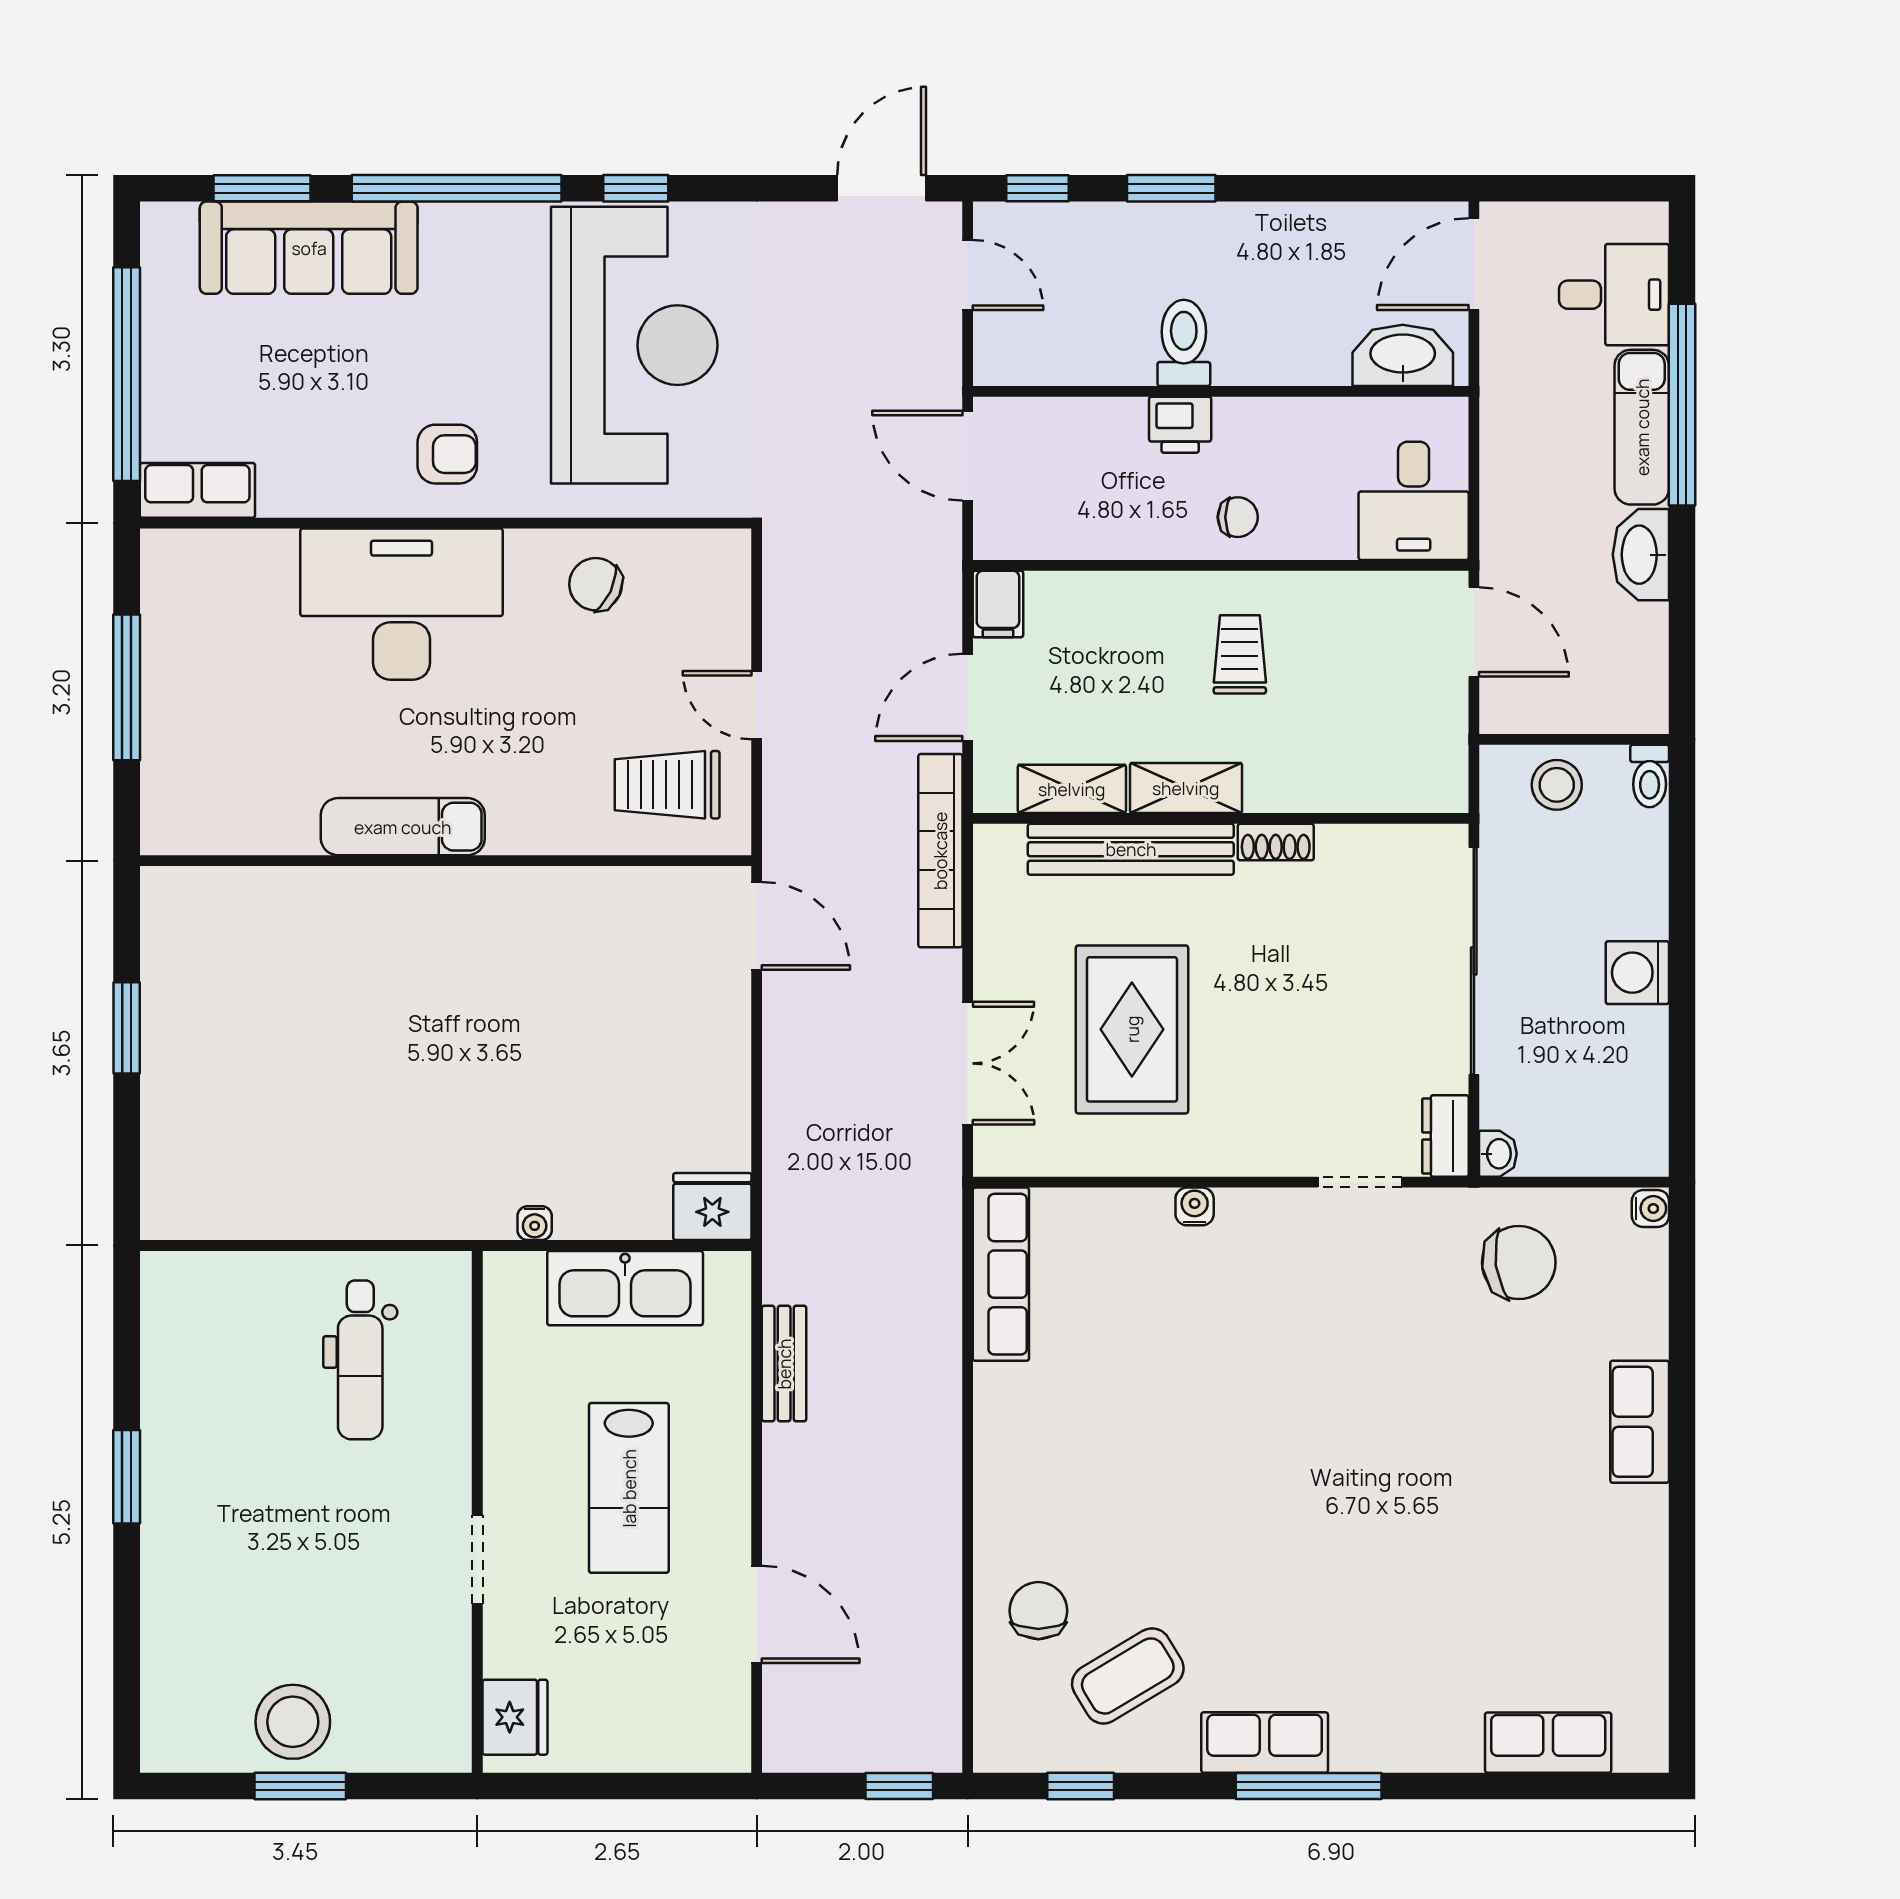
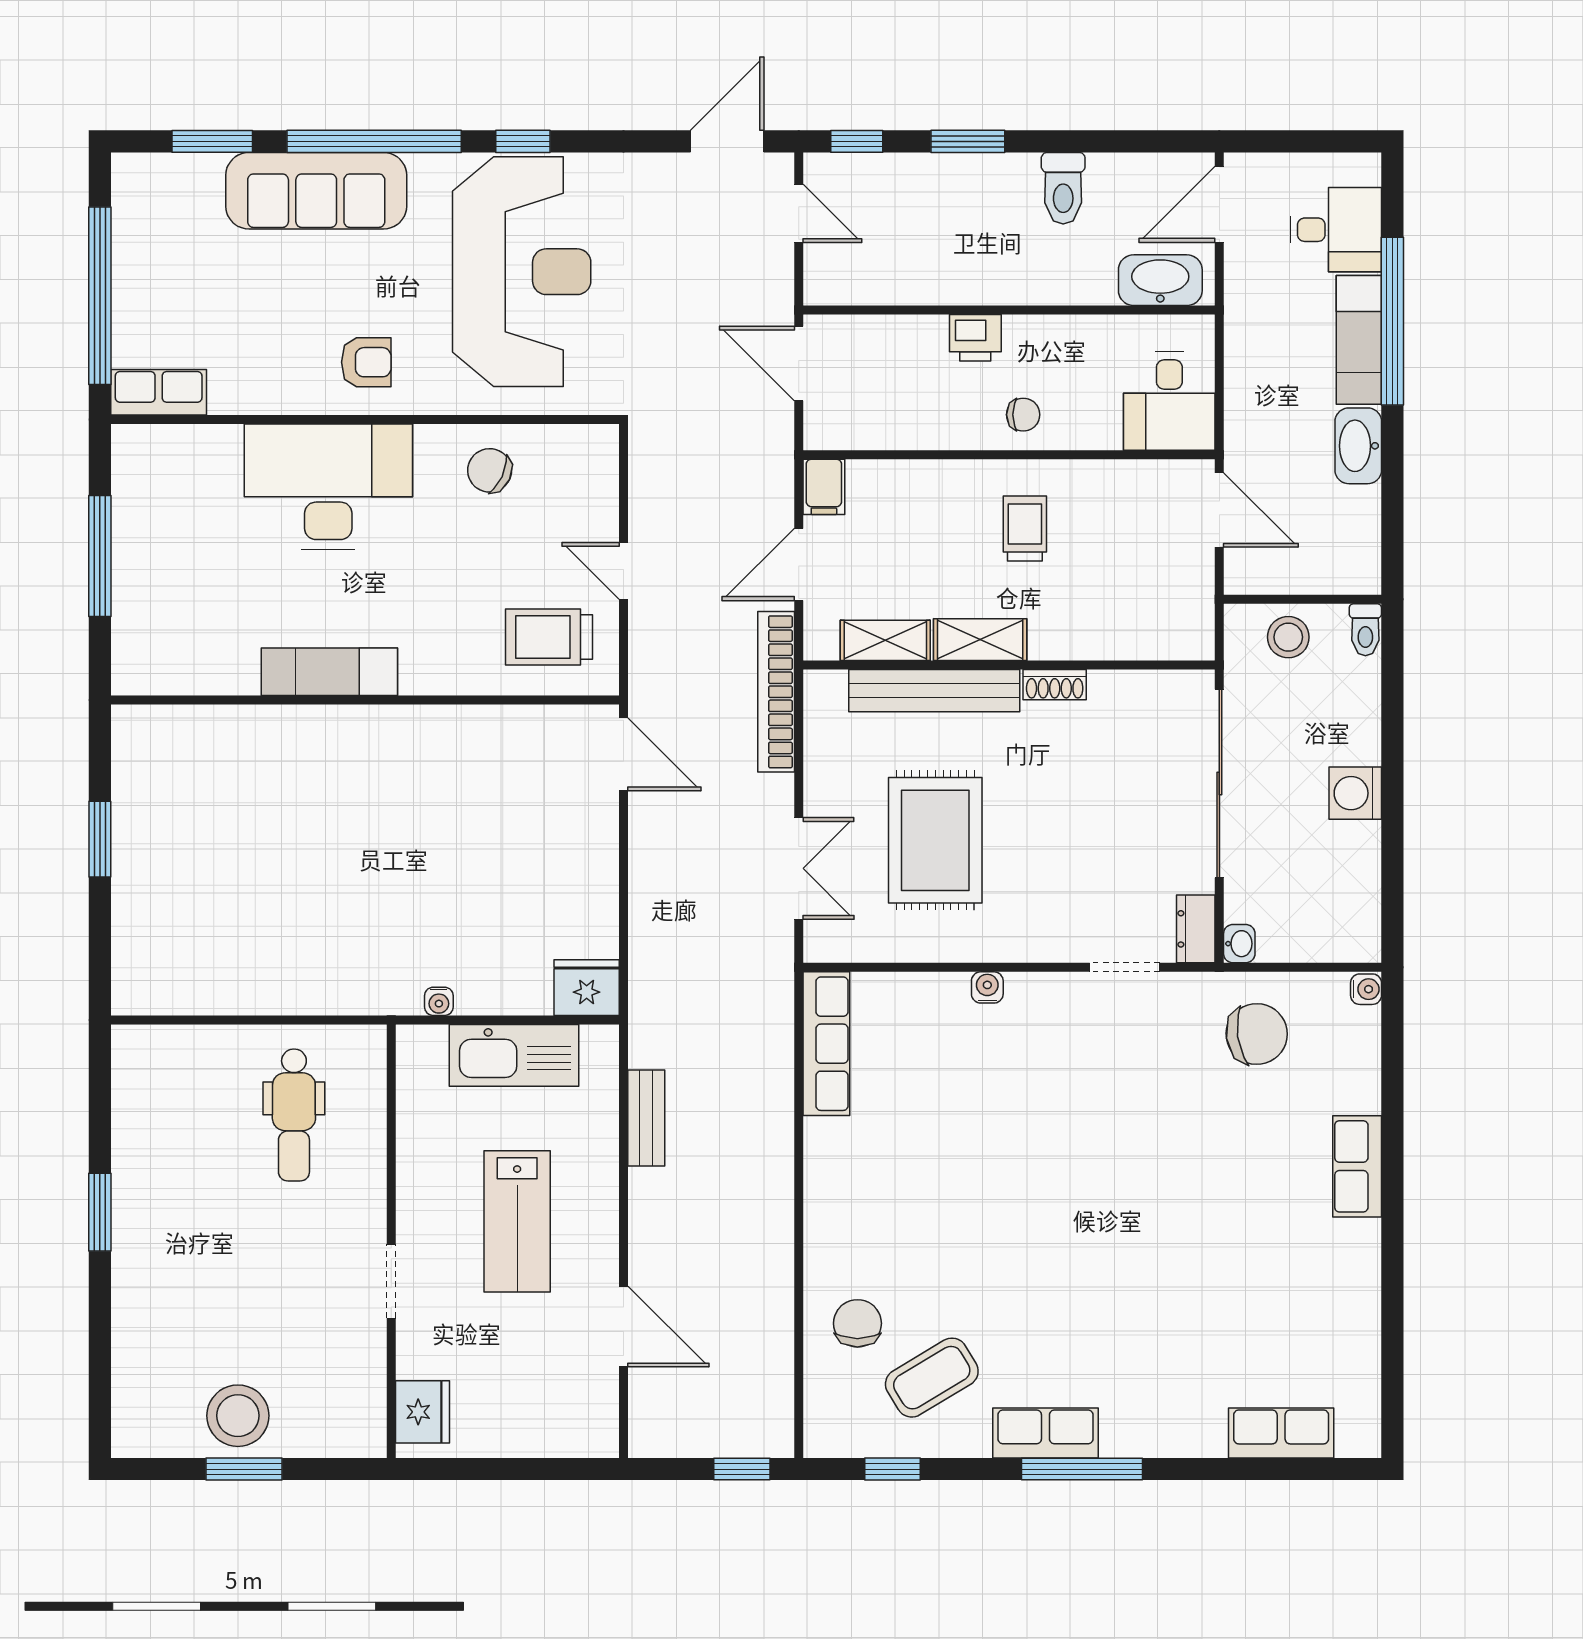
sofa: (309, 248) -> (316, 191), moved
toilet: (1184, 343) -> (1063, 188), moved, turned 180

